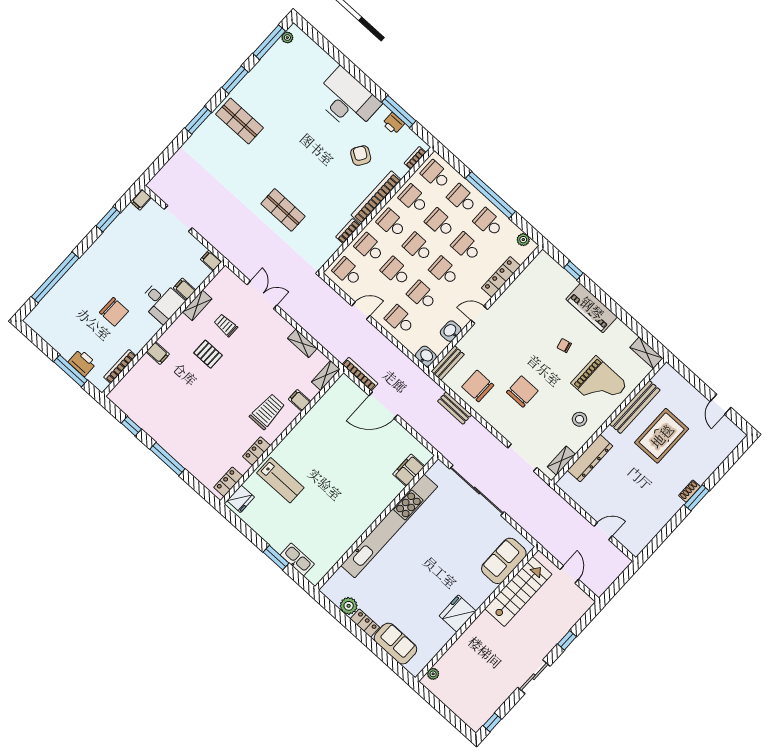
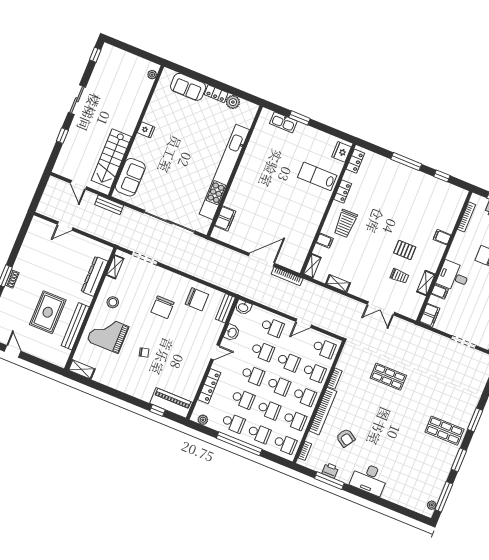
desk: (347, 100) -> (369, 479), width x0.73, depth x0.77
filing cabinet: (211, 261) -> (430, 315), width x2.00
piano: (592, 308) -> (171, 403), moved
bench: (455, 408) -> (109, 205), moved
fridge: (458, 613) -> (146, 130), width x0.53, depth x0.75

